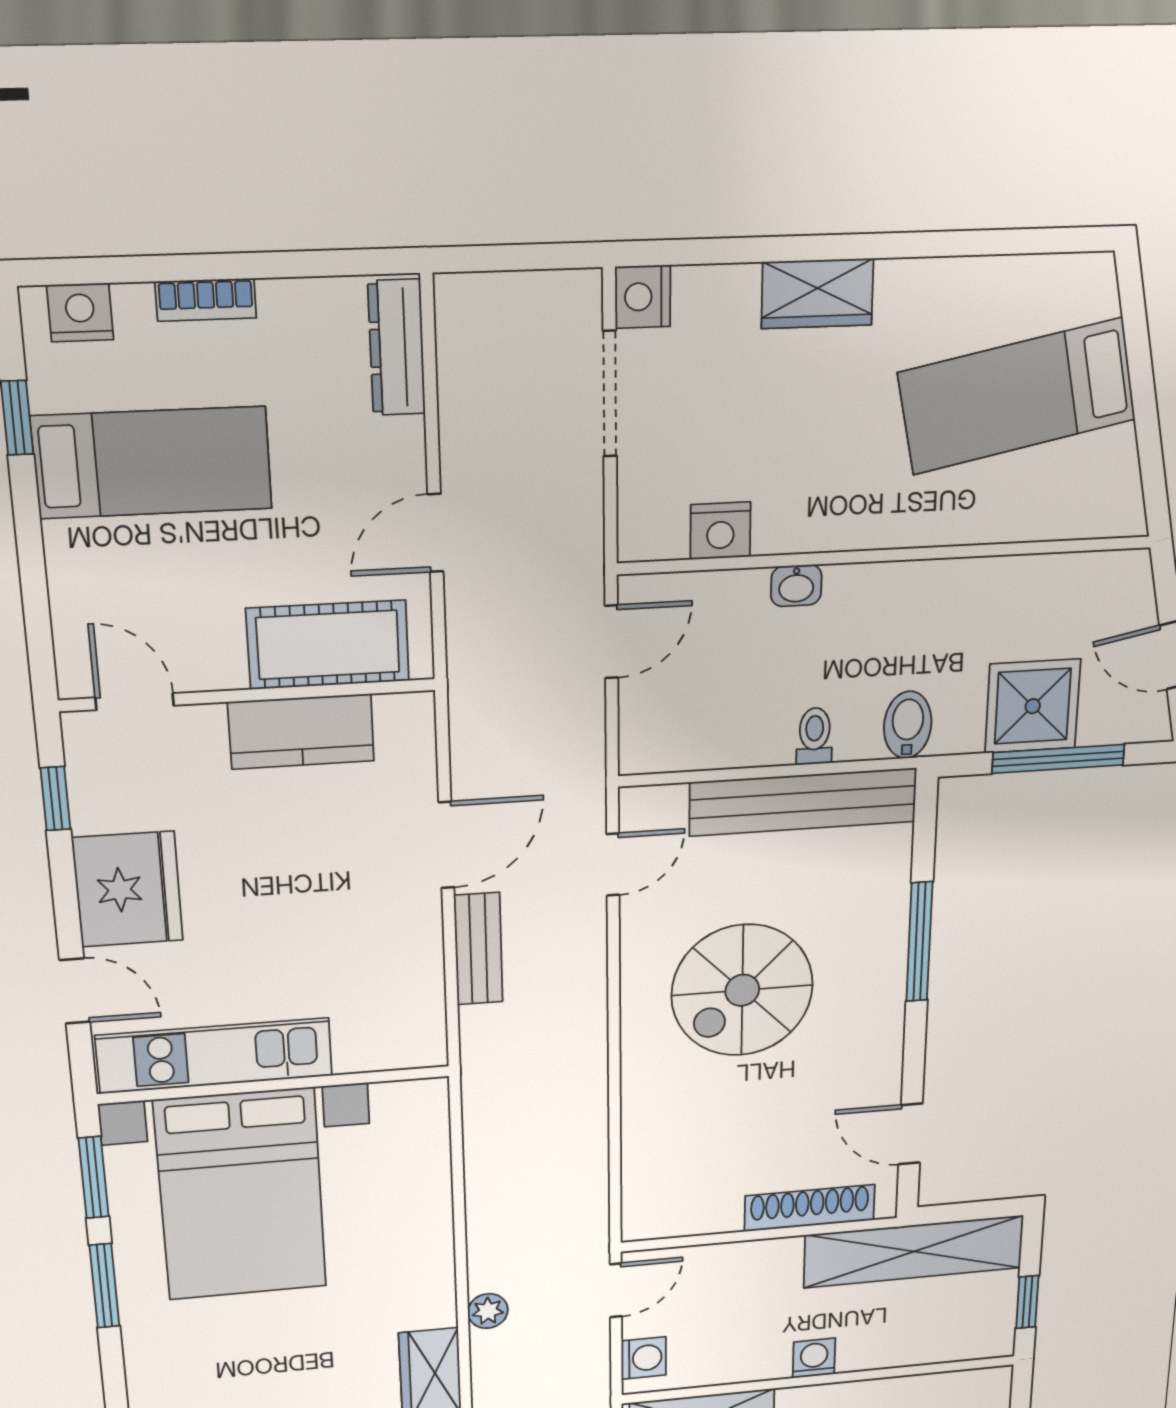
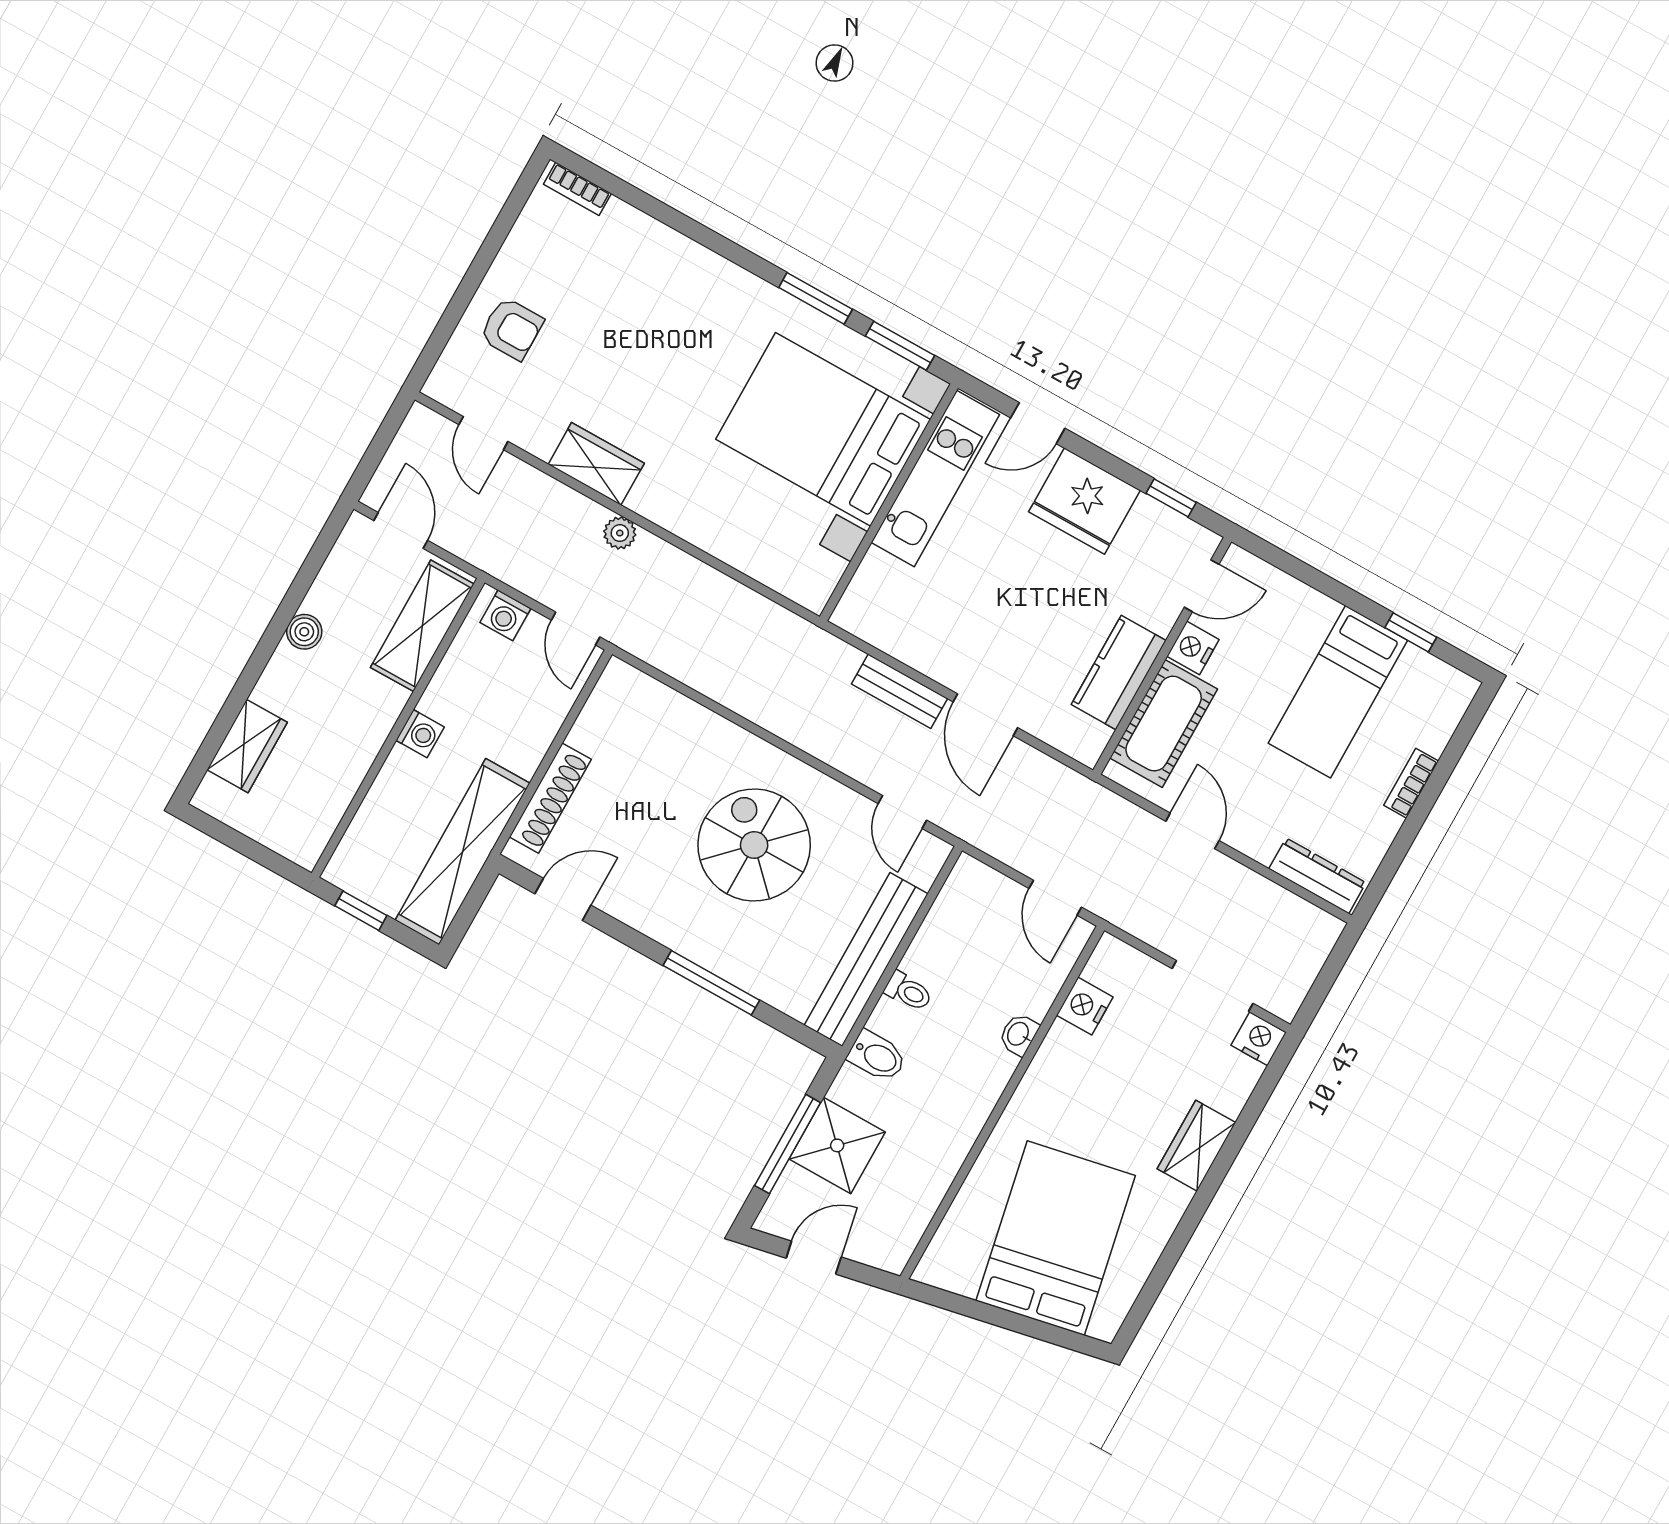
nightstand: (80, 313) -> (1193, 648), moved, turned 180
bed: (1017, 396) -> (1056, 1238), width x1.50

